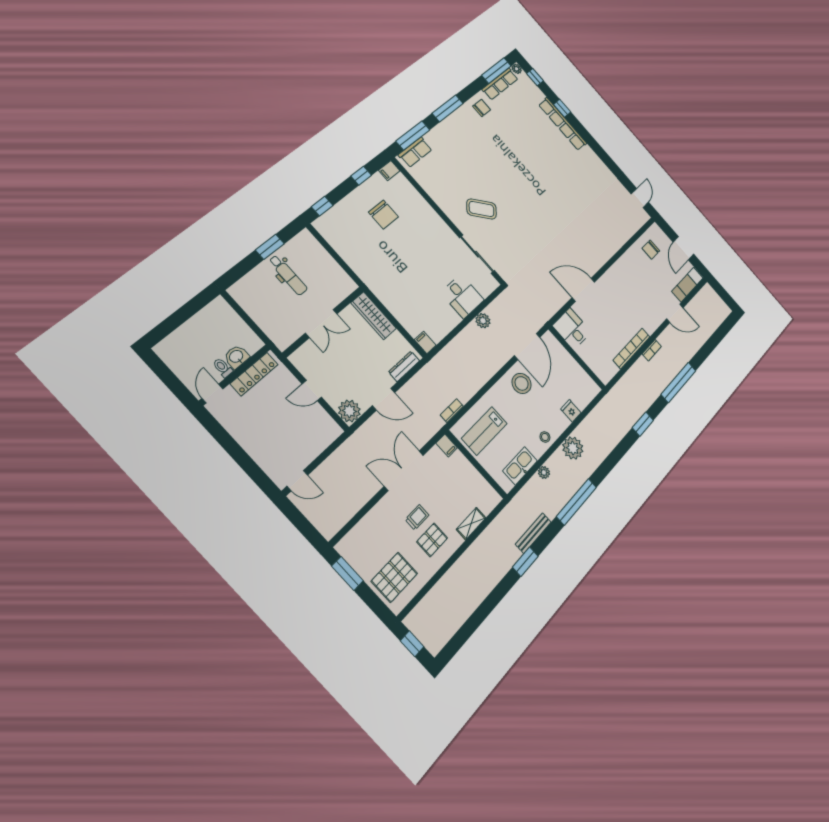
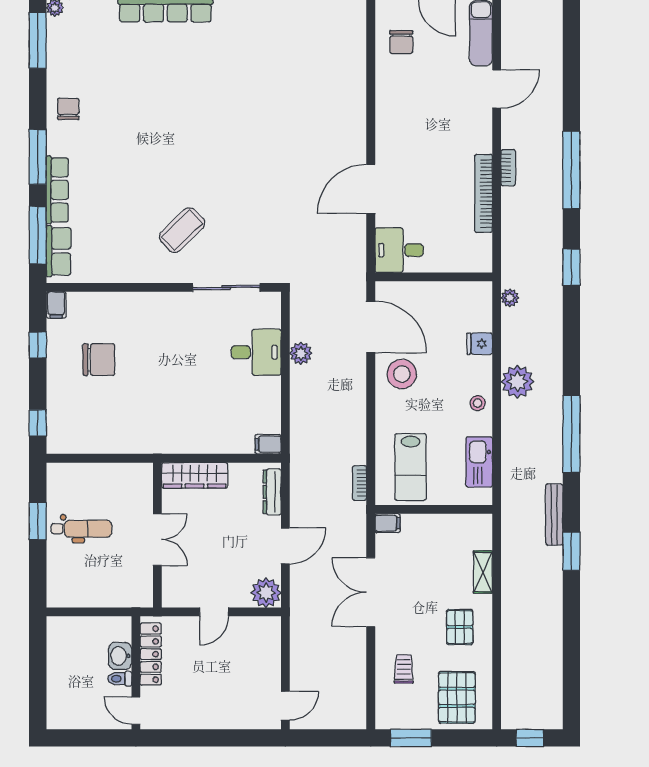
row of seats: (500, 84) -> (57, 190), moved
plant: (544, 472) -> (510, 298), moved
trolley: (417, 517) -> (404, 669), moved

